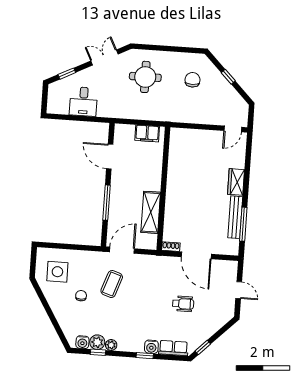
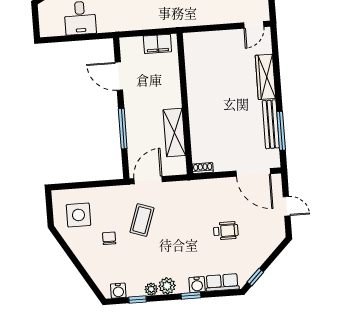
wardrobe: (236, 182) -> (265, 77), width x1.50
door: (196, 255) -> (253, 172), moved
plant: (97, 342) -> (167, 286), moved

